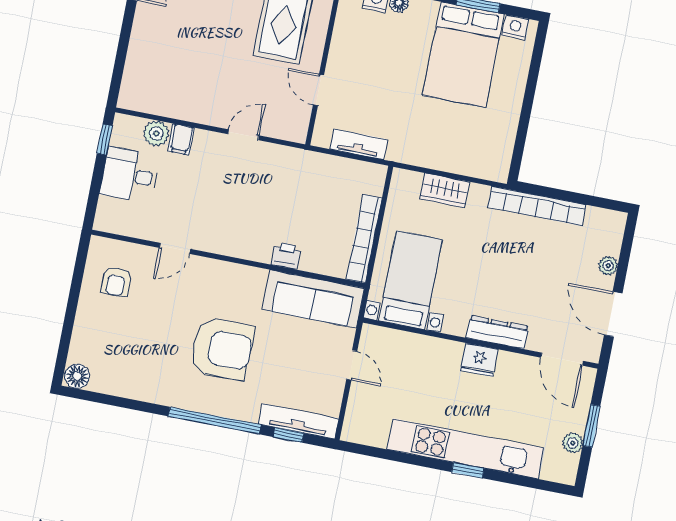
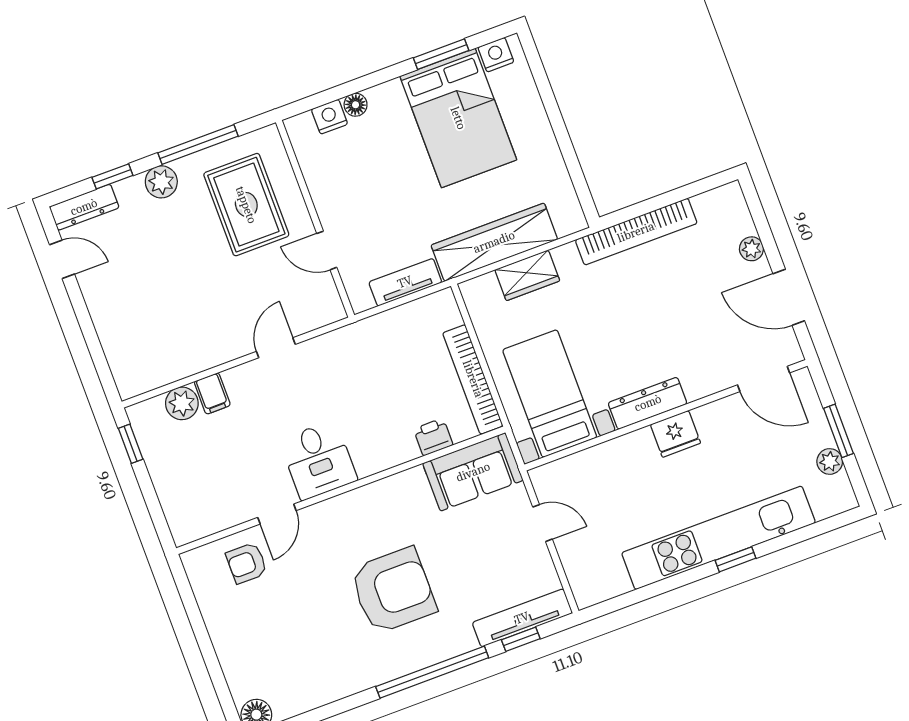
wardrobe: (436, 154) -> (494, 242), added
desk: (130, 175) -> (318, 460), moved, turned -90
printer: (286, 256) -> (433, 437), moved
armchair: (116, 281) -> (247, 563), moved, turned 90
sofa: (313, 299) -> (473, 472), width x0.73
dresser: (497, 332) -> (648, 403), moved

